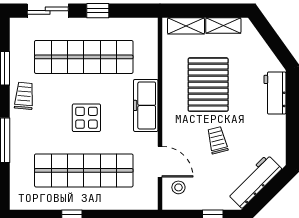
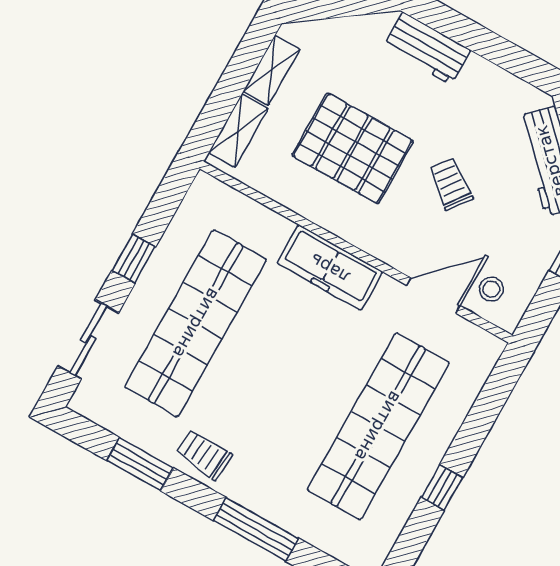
display table: (86, 118) -> (296, 374), removed
trolley: (217, 140) -> (451, 184), turned 51

